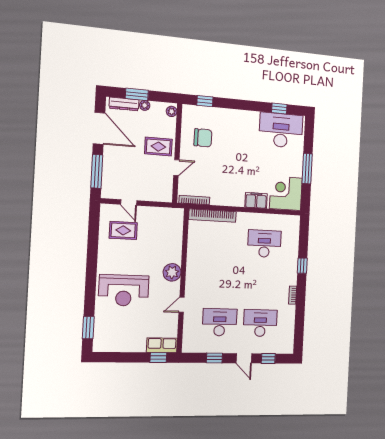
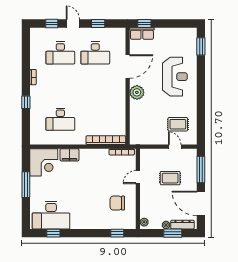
rug: (158, 147) -> (170, 178), moved
reception desk: (124, 290) -> (175, 77), turned 90
door: (182, 305) -> (128, 66), width x1.87

